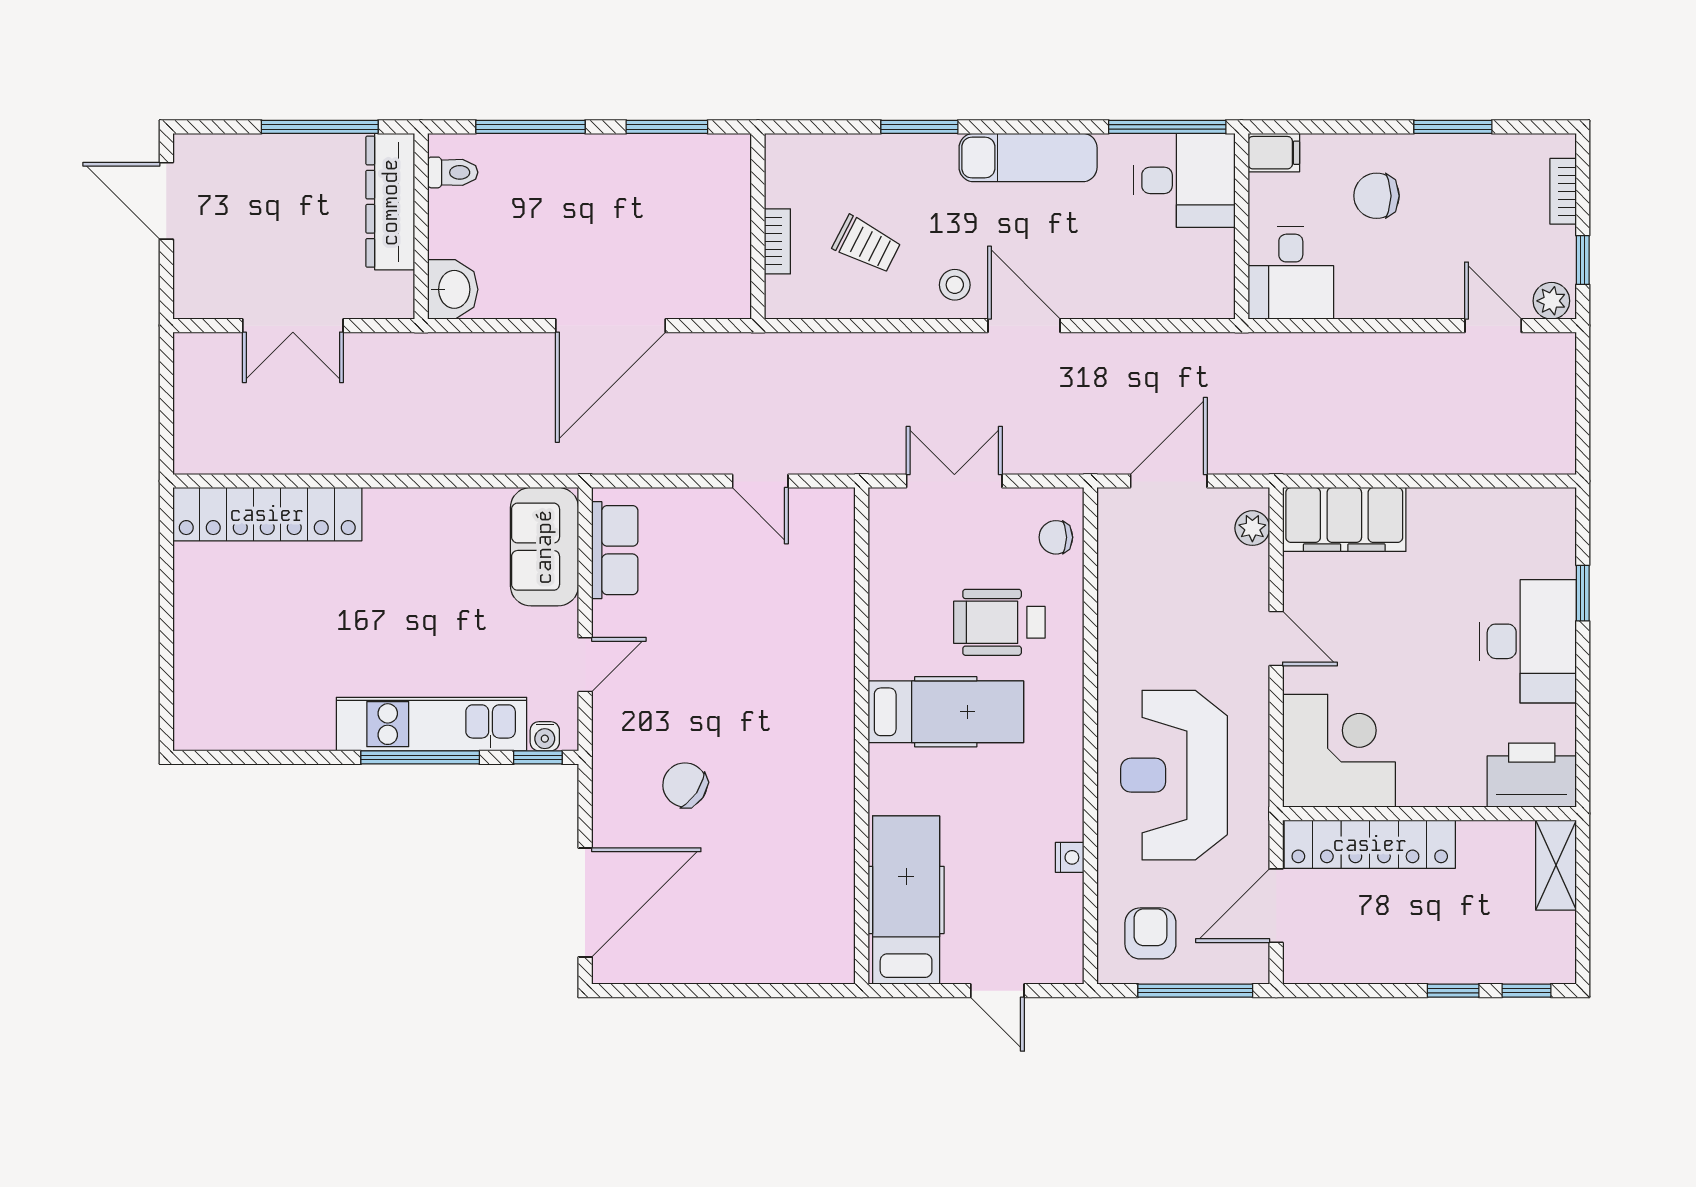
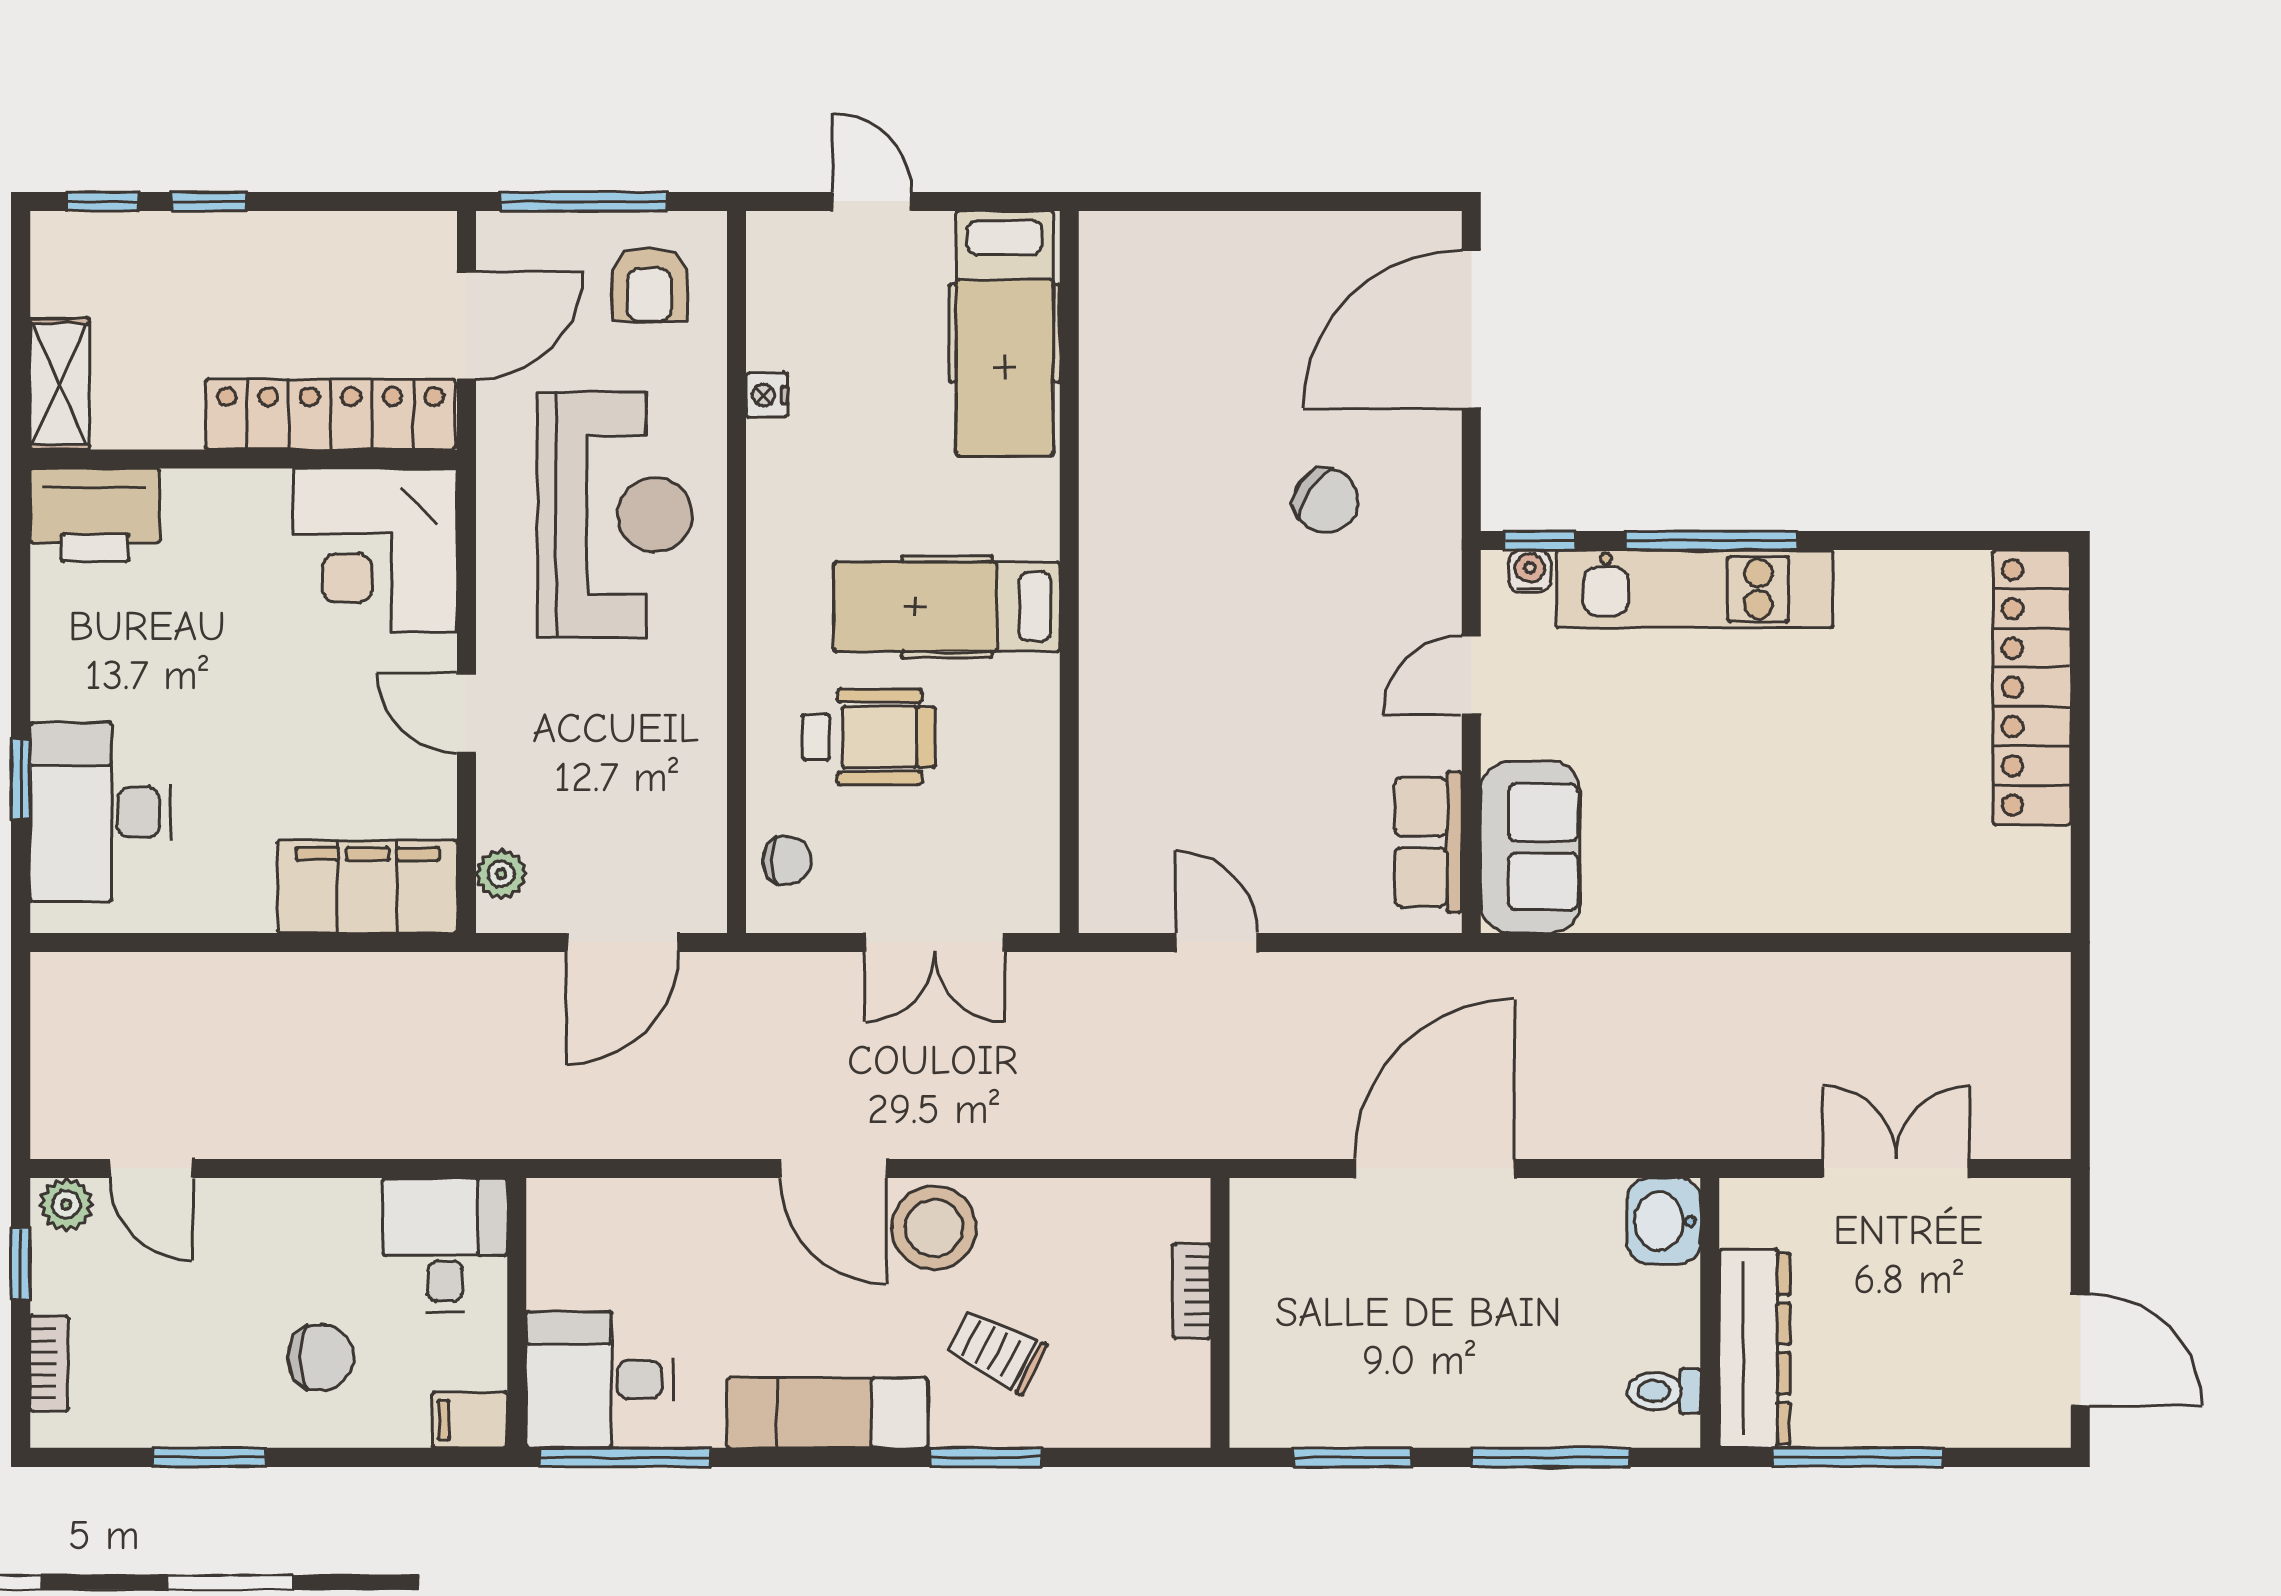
trolley: (867, 244) -> (996, 1351), moved
stool: (955, 285) -> (934, 1228), width x1.89, depth x1.89
locker: (267, 514) -> (2032, 687), moved, turned -90
desk: (1528, 641) -> (100, 812), moved

